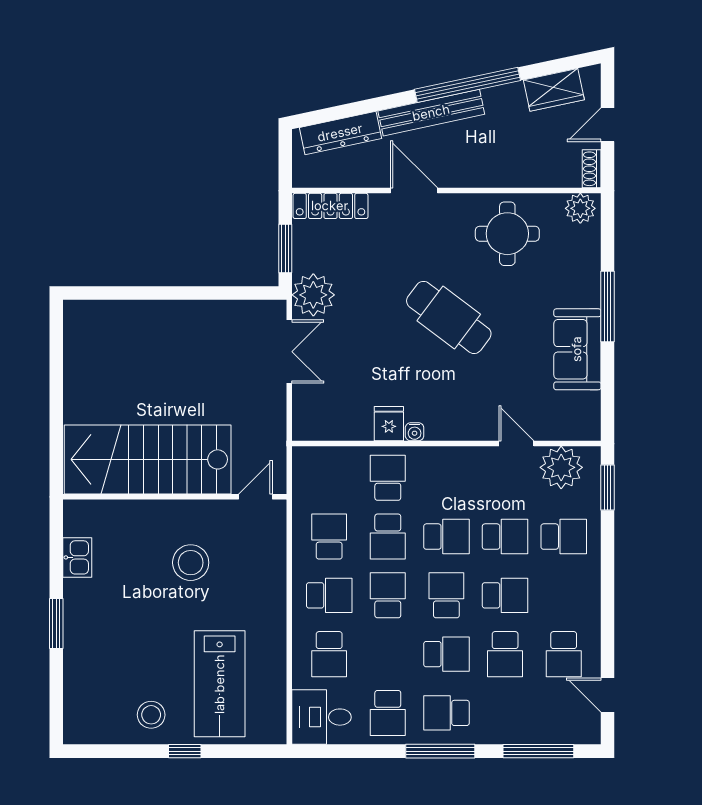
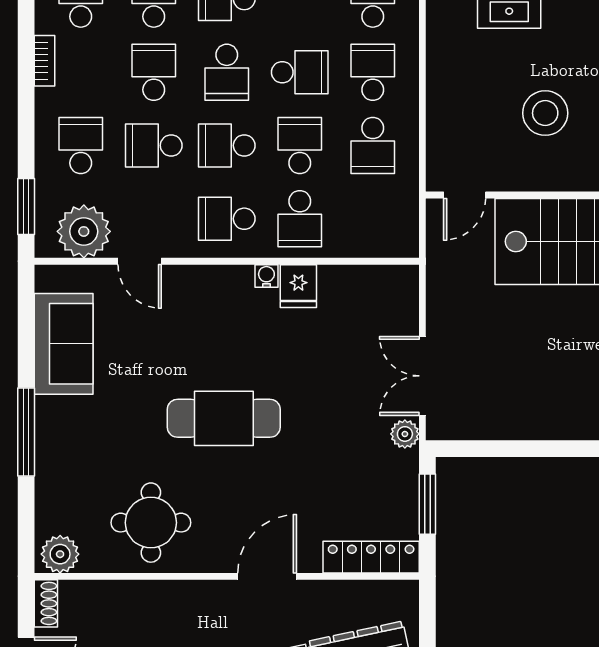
door: (414, 191) -> (267, 576), swing flipped
plant: (313, 295) -> (405, 434), width x0.53, depth x0.53
cafe table: (449, 317) -> (224, 418), turned -37
sofa: (577, 349) -> (64, 344), moved
school desk: (446, 478) -> (227, 219), added
school desk: (564, 537) -> (81, 145), turned 90
school desk: (329, 595) -> (373, 72), turned 90
school desk: (388, 595) -> (300, 72), turned -90
school desk: (505, 595) -> (154, 72), turned 90
bookcase: (593, 605) -> (45, 61), added

